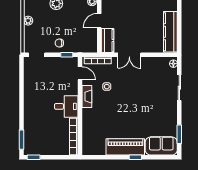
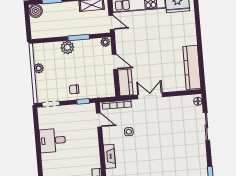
door: (99, 21) -> (115, 62), swing flipped
double door: (129, 55) -> (150, 96), swing flipped
fireplace: (87, 96) -> (110, 156), moved
desk: (66, 106) -> (53, 141), moved, turned 180

